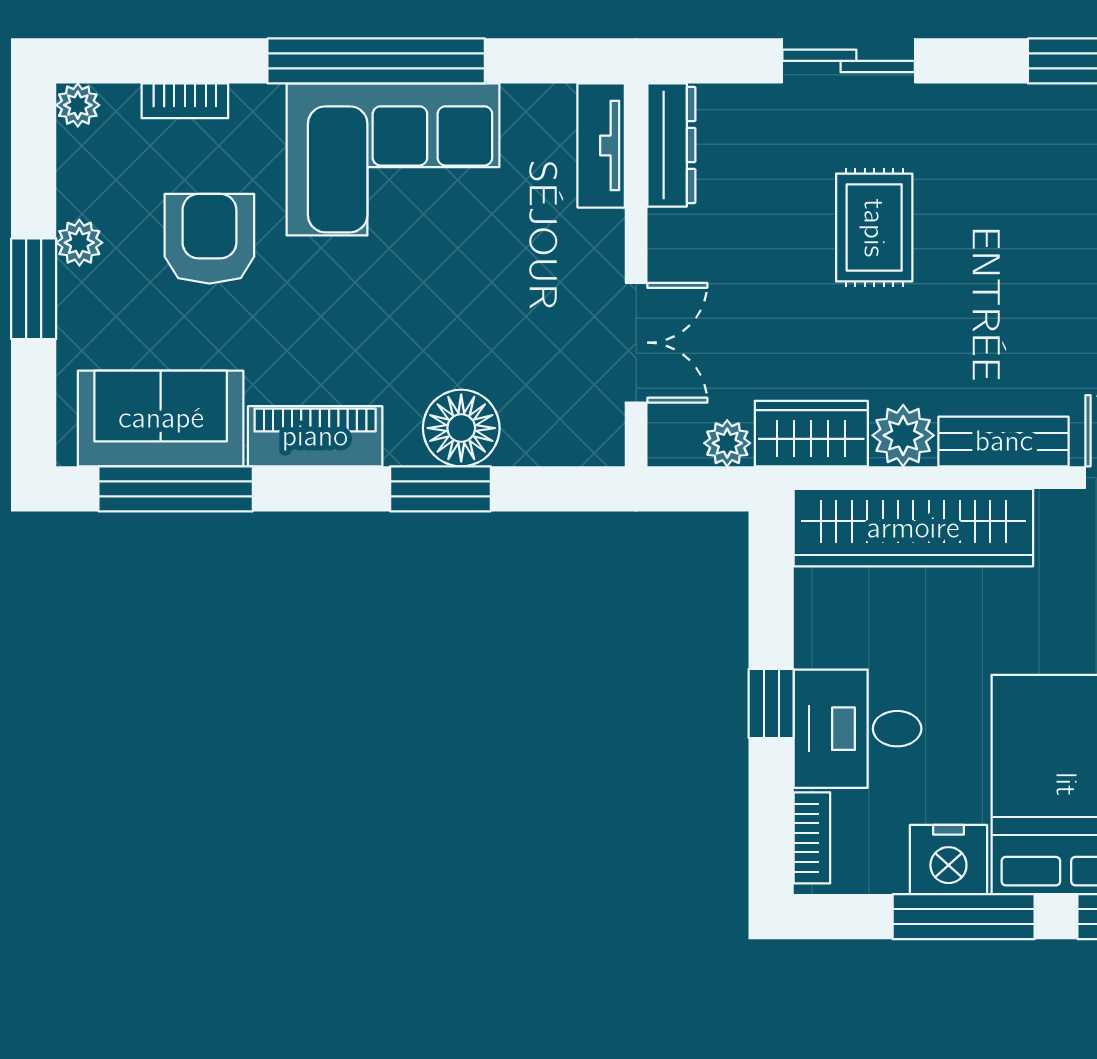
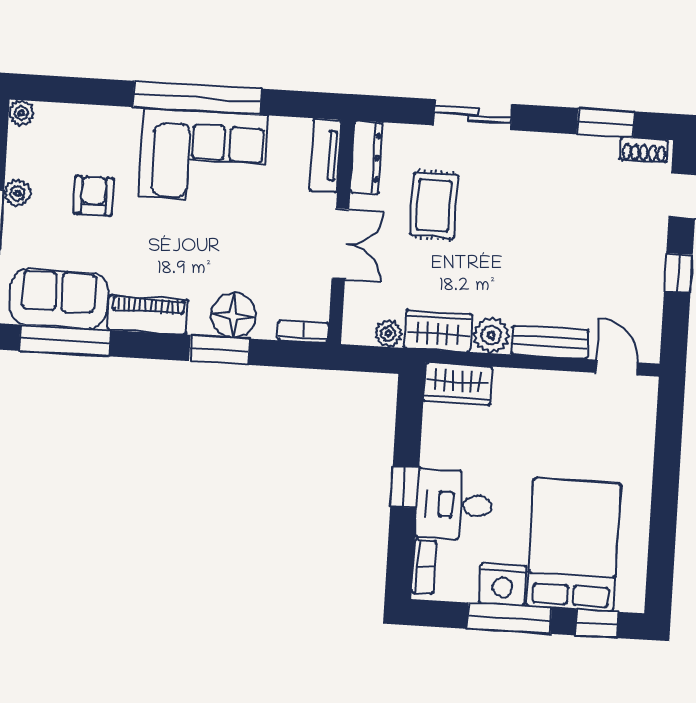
bookcase: (185, 101) -> (303, 332), moved, turned 180
rug: (874, 228) -> (434, 205), moved
armchair: (209, 239) -> (93, 196), width x0.72, depth x0.72
double door: (636, 343) -> (340, 244), moved
wardrobe: (913, 528) -> (458, 384), width x0.48, depth x0.85

